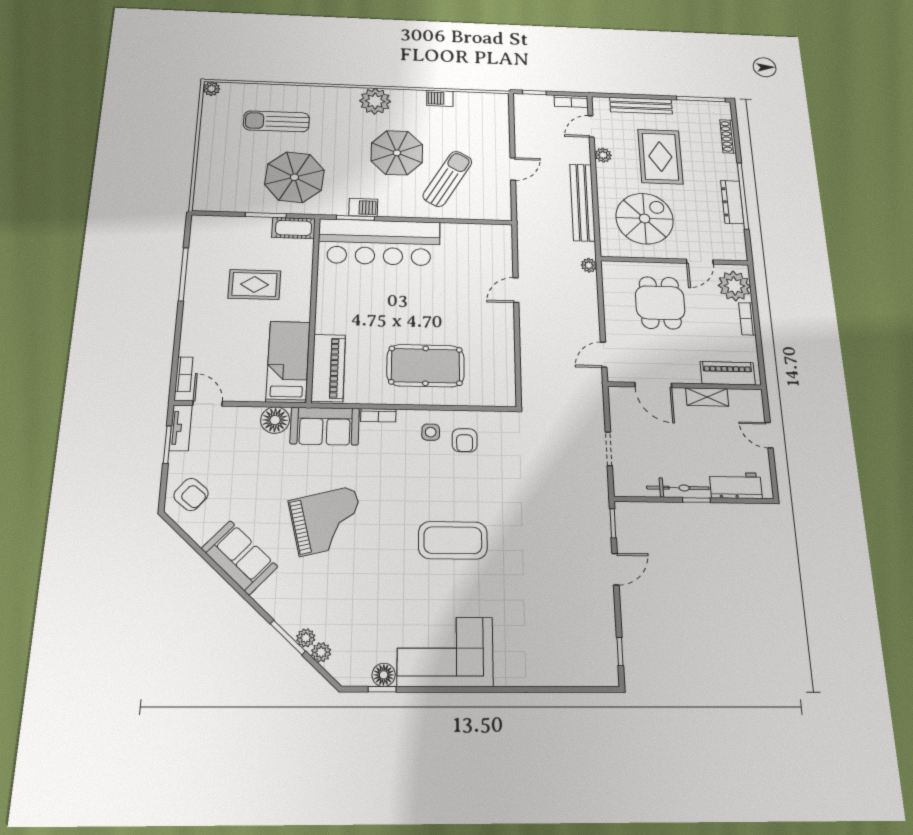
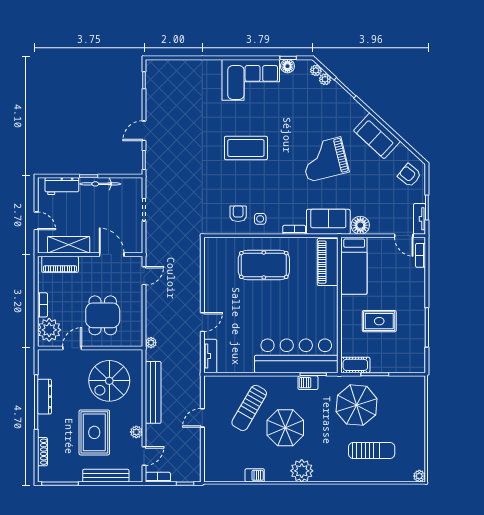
tv unit: (504, 246) -> (210, 356), added
shelving: (707, 397) -> (69, 245), width x1.50, depth x1.33
plant: (306, 638) -> (316, 70), moved

